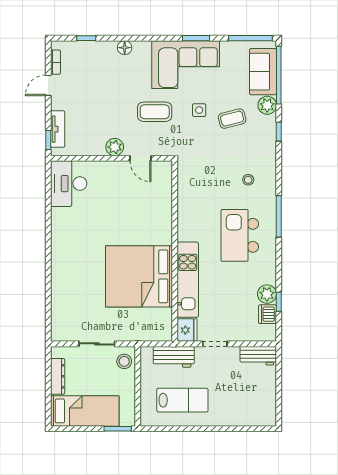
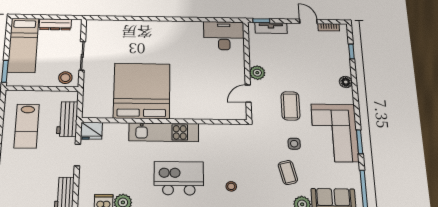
kitchen unit: (188, 280) -> (164, 132), moved

